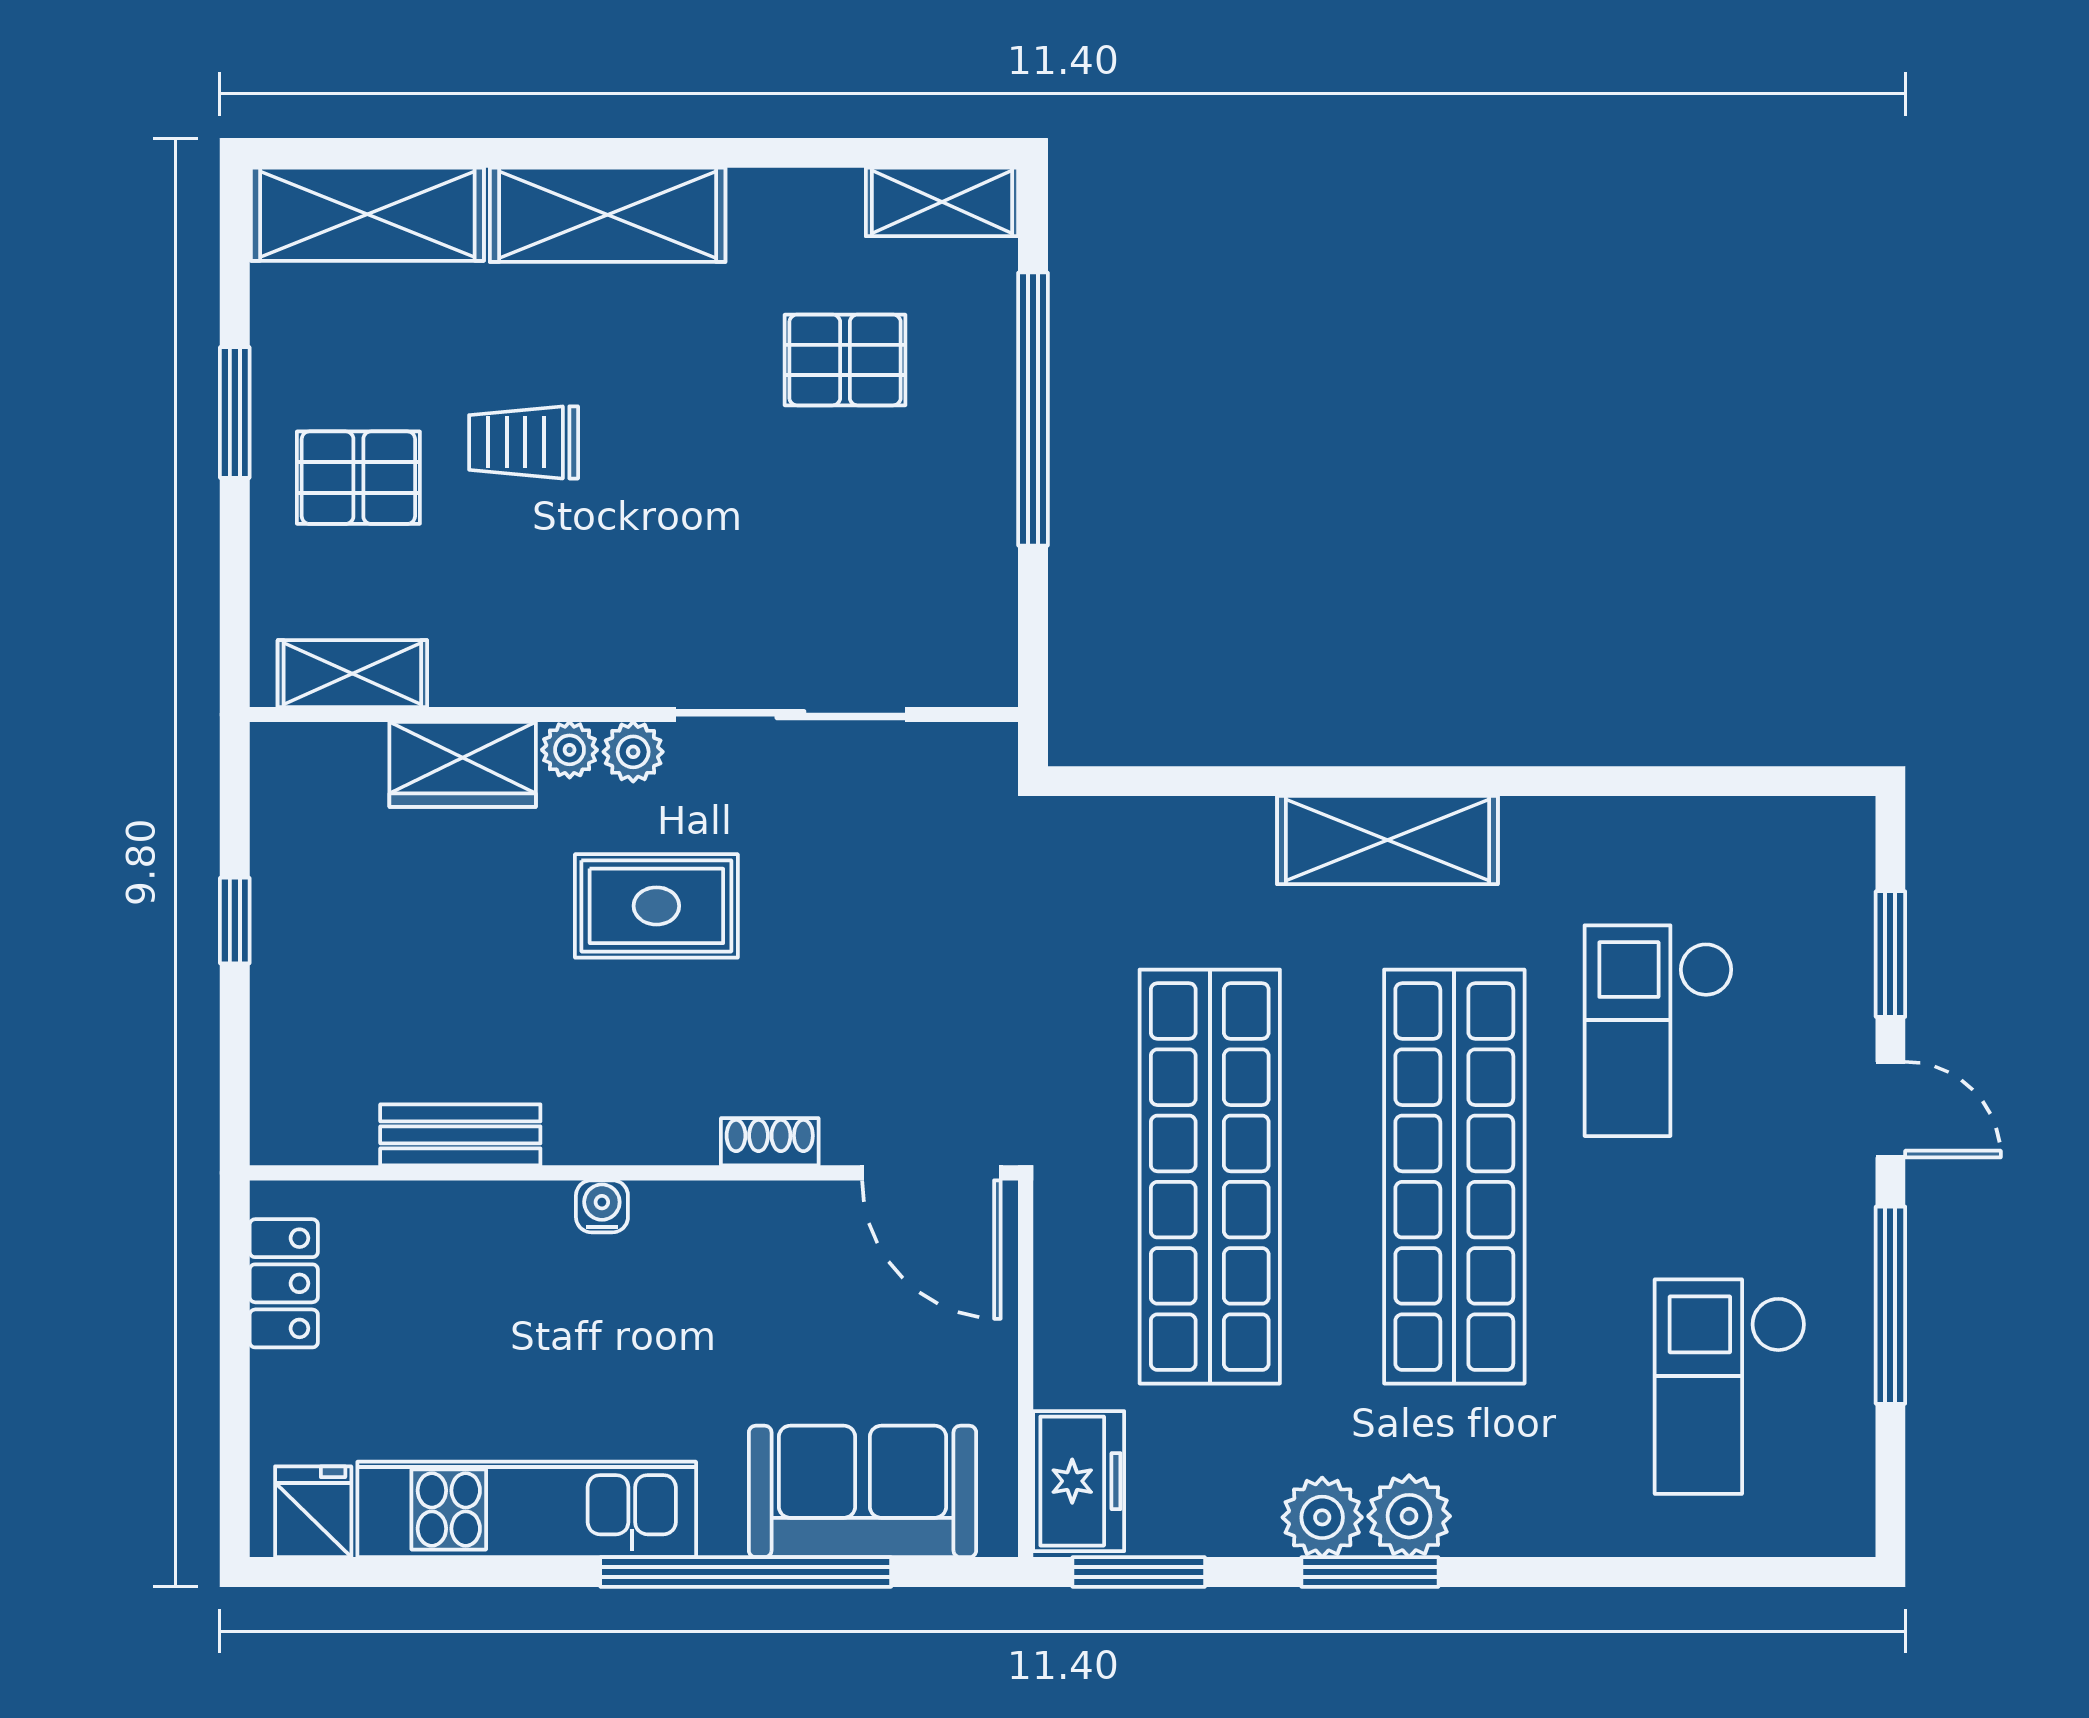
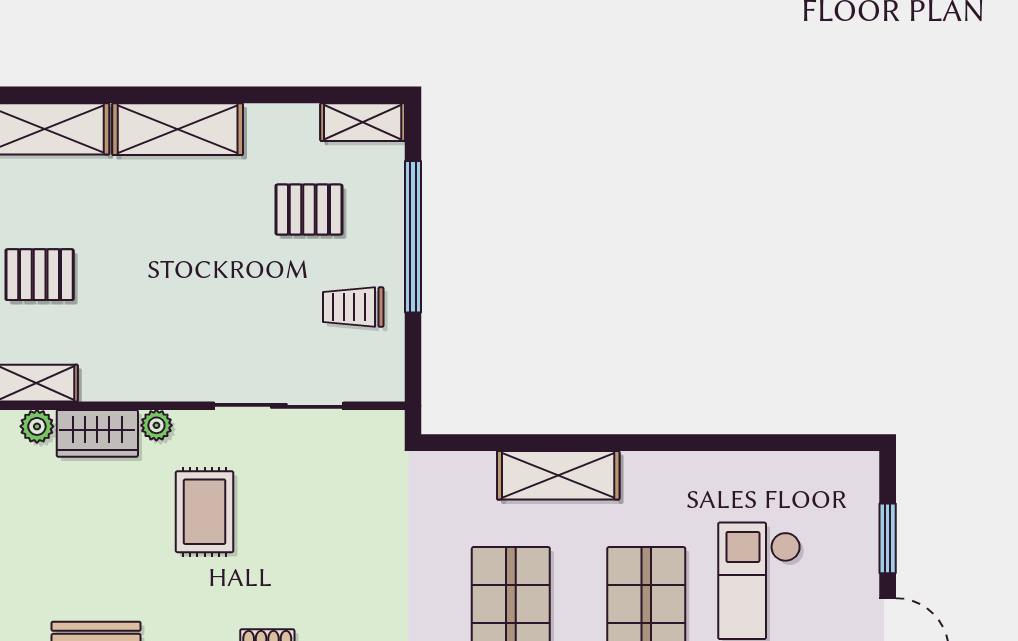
trolley: (524, 442) -> (353, 307), moved
plant: (633, 752) -> (37, 426), moved
shelving: (1387, 840) -> (558, 475), moved
rug: (656, 906) -> (205, 512), turned 90

